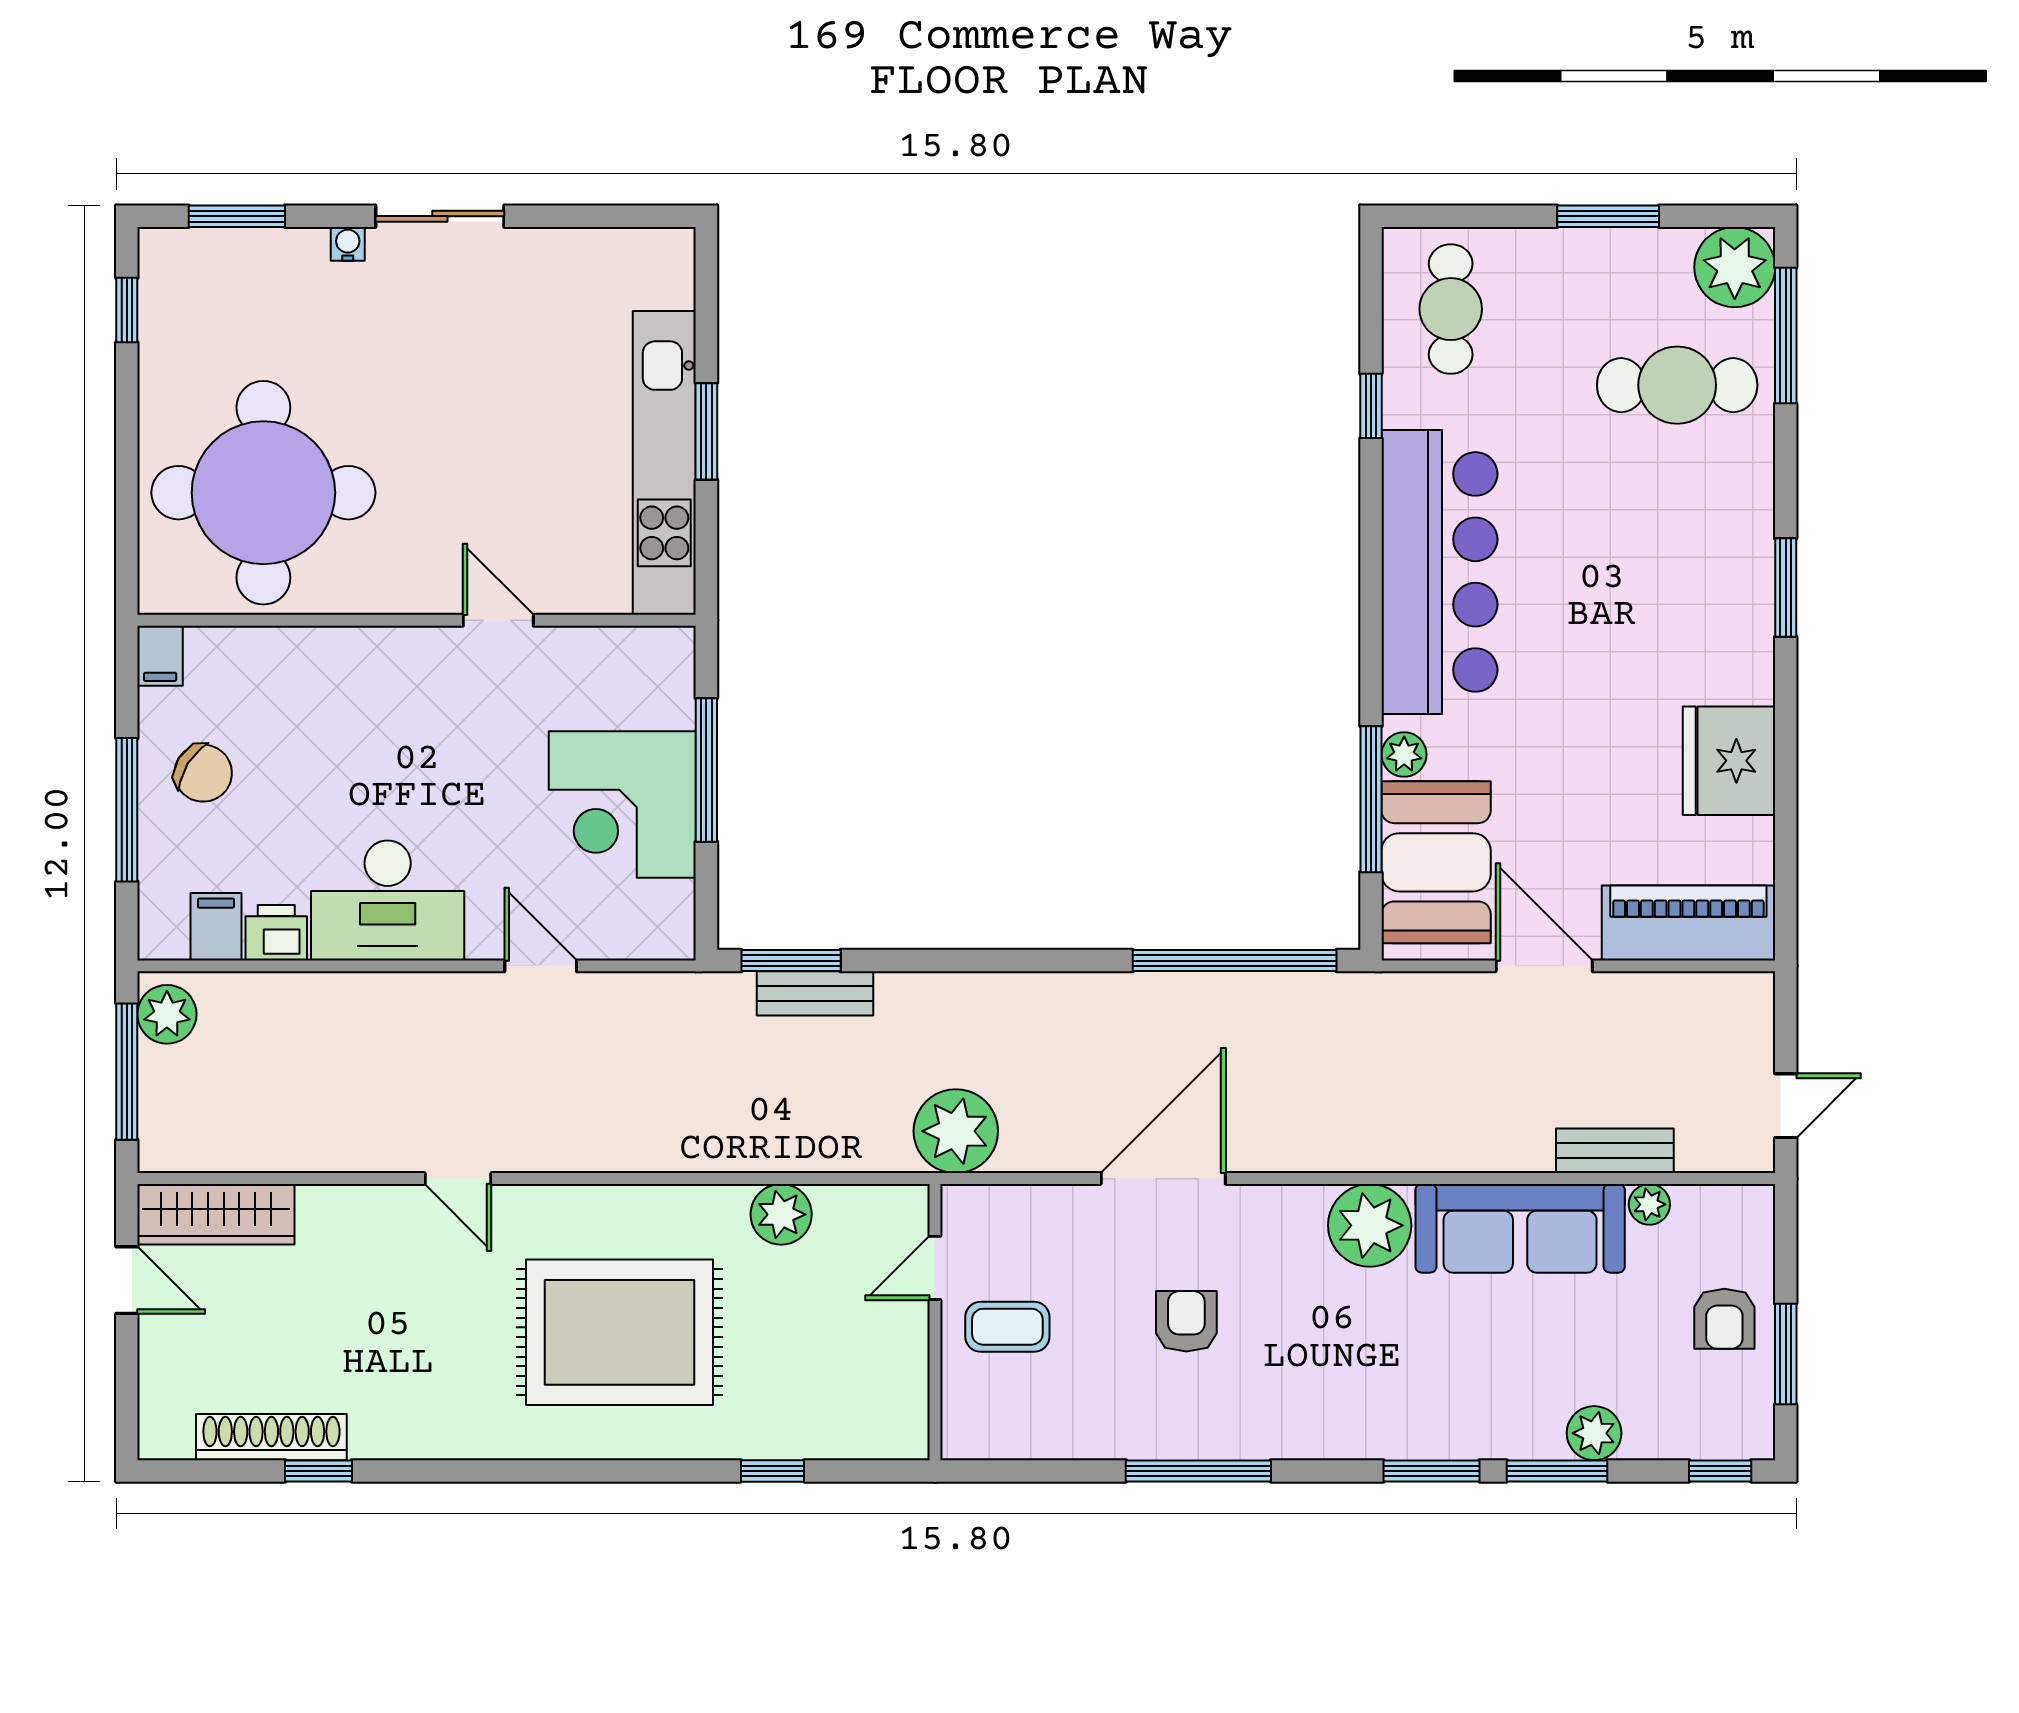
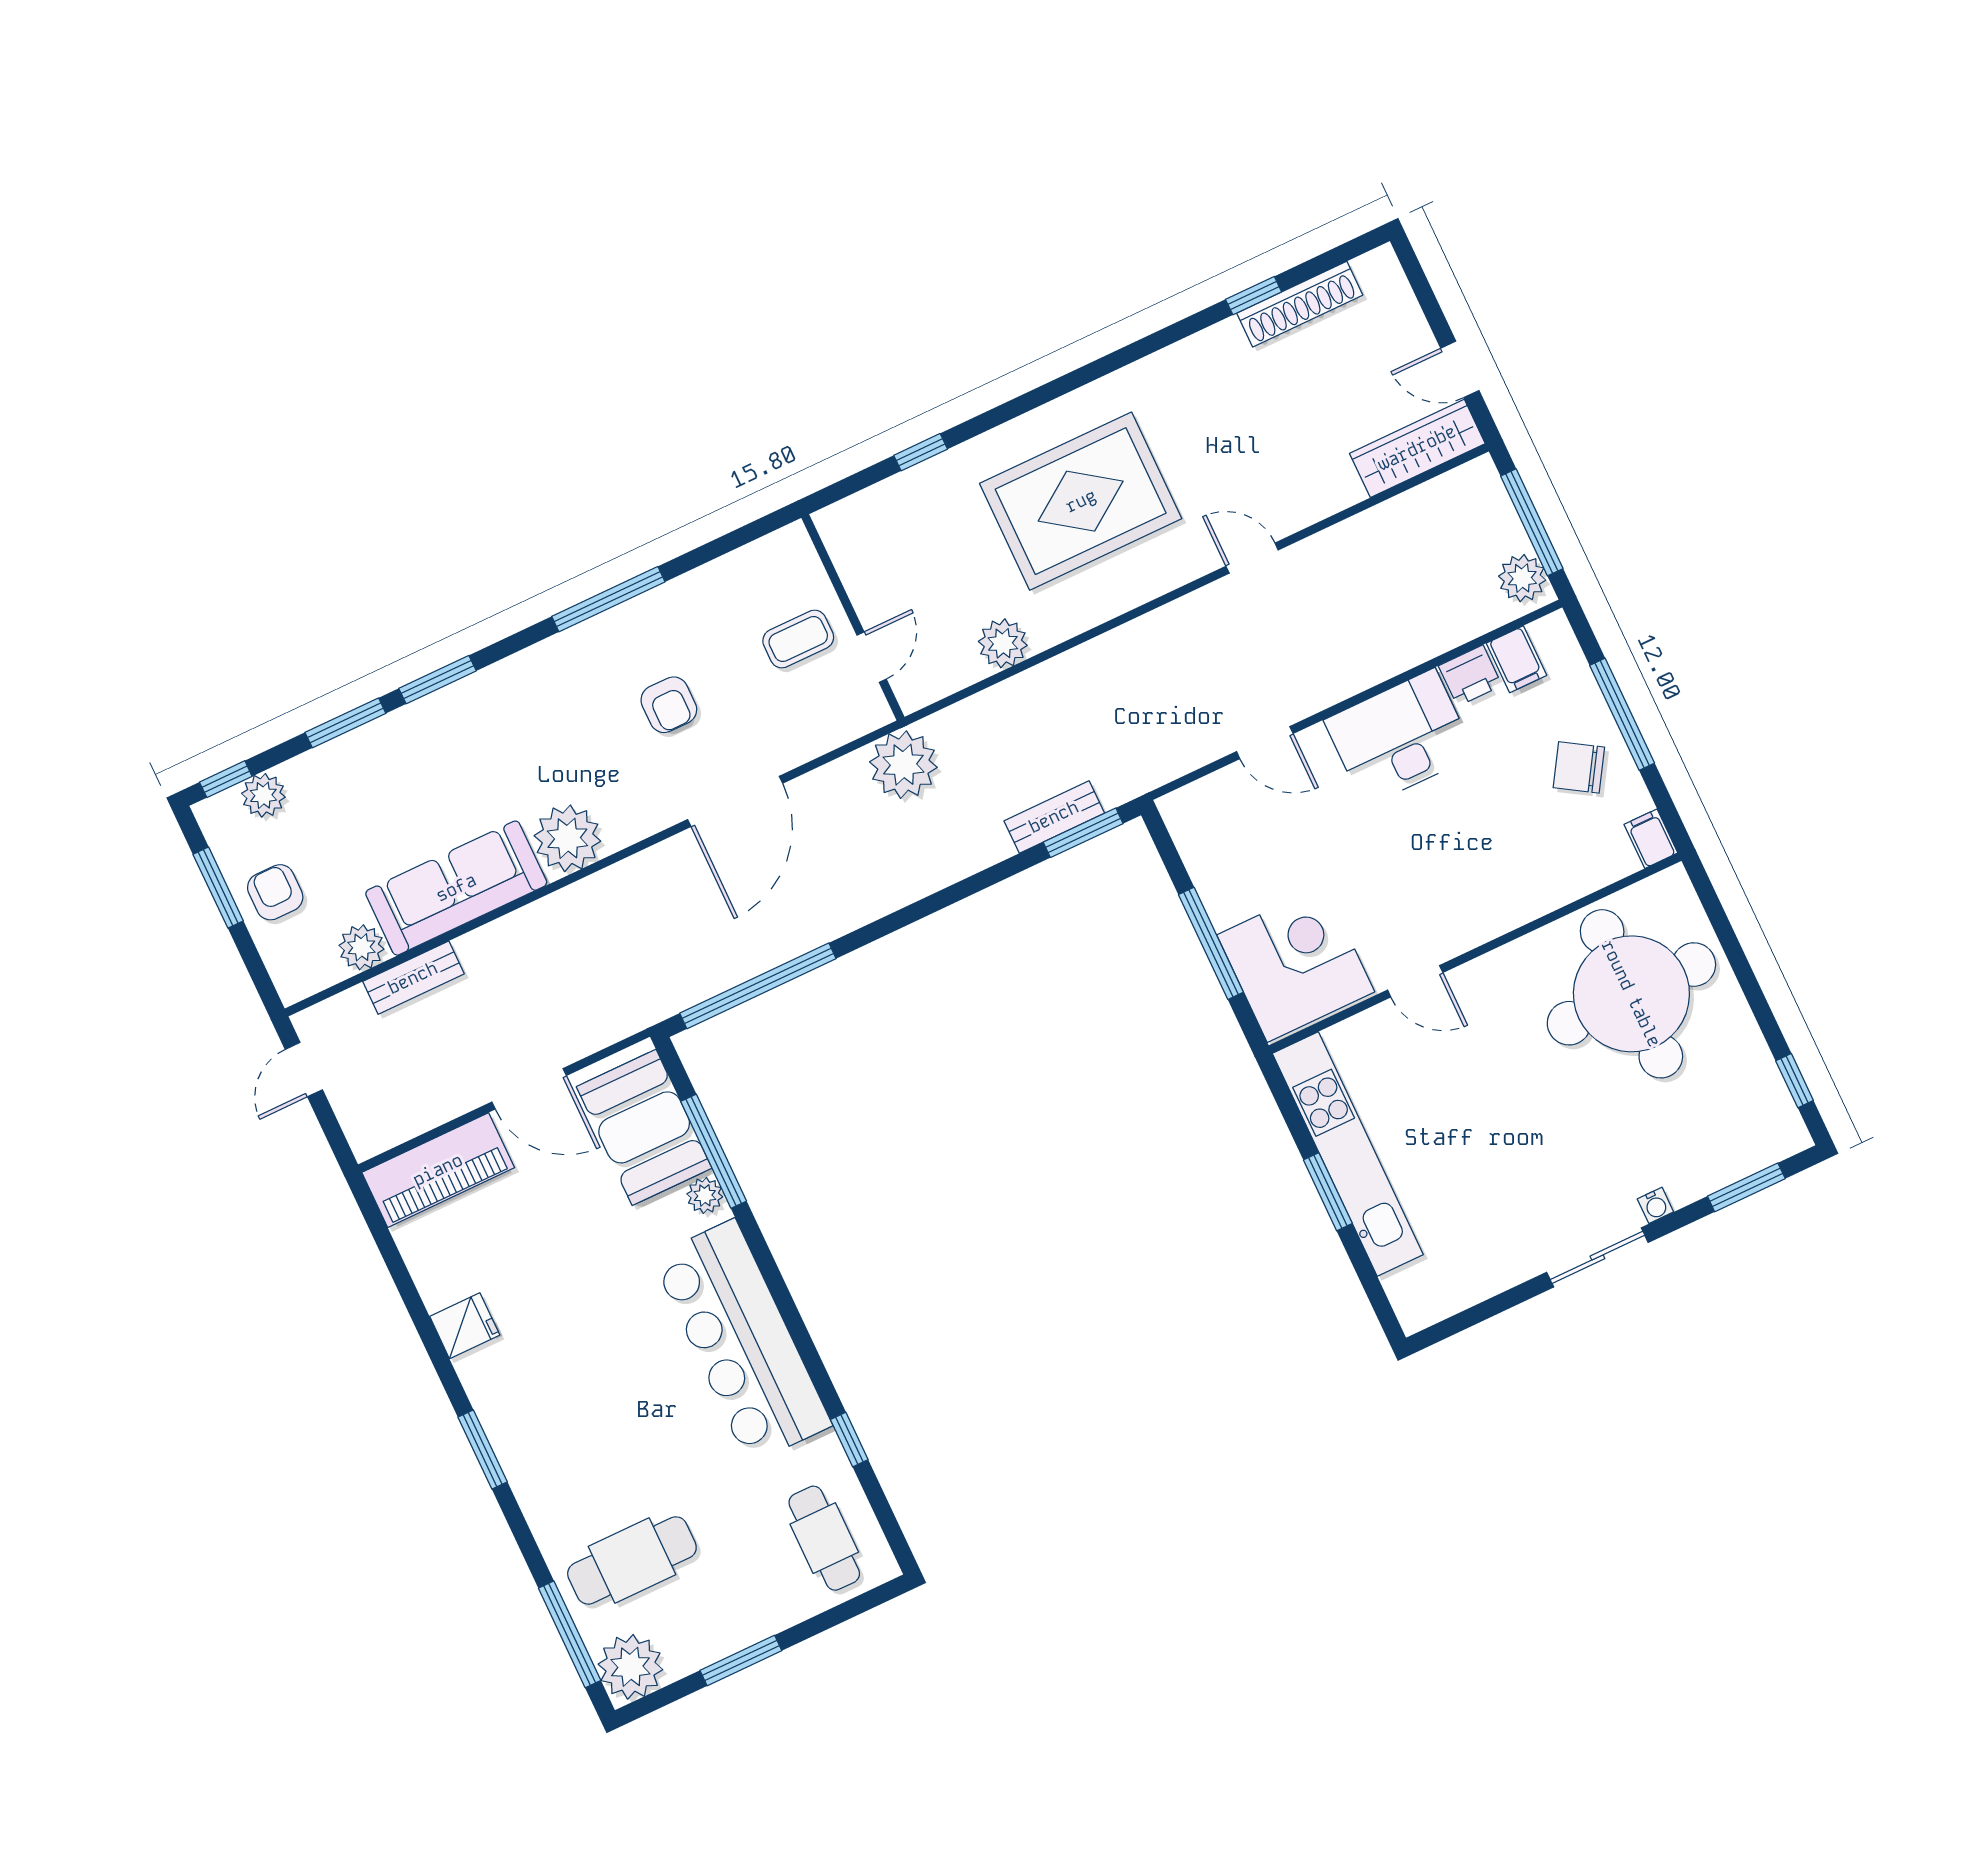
fridge: (1729, 761) -> (465, 1326), width x0.53, depth x0.75
corner desk: (622, 804) -> (1296, 963), moved
plant: (1649, 1204) -> (361, 947), width x1.38, depth x1.38
plant: (1594, 1433) -> (263, 795), moved

